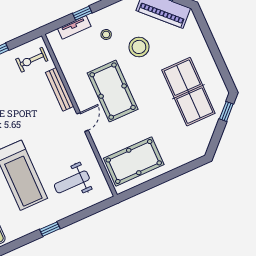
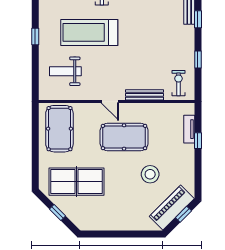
stool: (106, 34) -> (172, 152), removed
table tennis table: (188, 92) -> (76, 182), moved
window: (226, 111) -> (57, 213), moved
weight bench: (72, 182) -> (65, 71), turned -90

